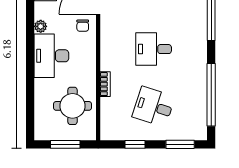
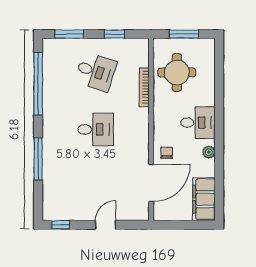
desk: (51, 56) -> (198, 123), width x0.73
bookcase: (105, 84) -> (144, 87), width x1.56

